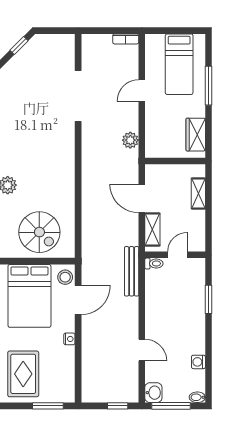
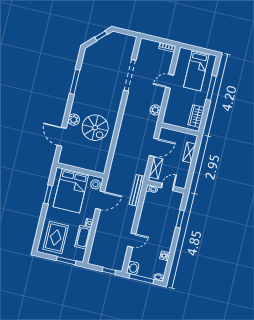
door: (142, 198) -> (154, 147), swing flipped
spiral stairs: (39, 232) -> (95, 128), moved
door: (142, 350) -> (132, 240), hinge flipped
cot: (65, 363) -> (83, 237), added

